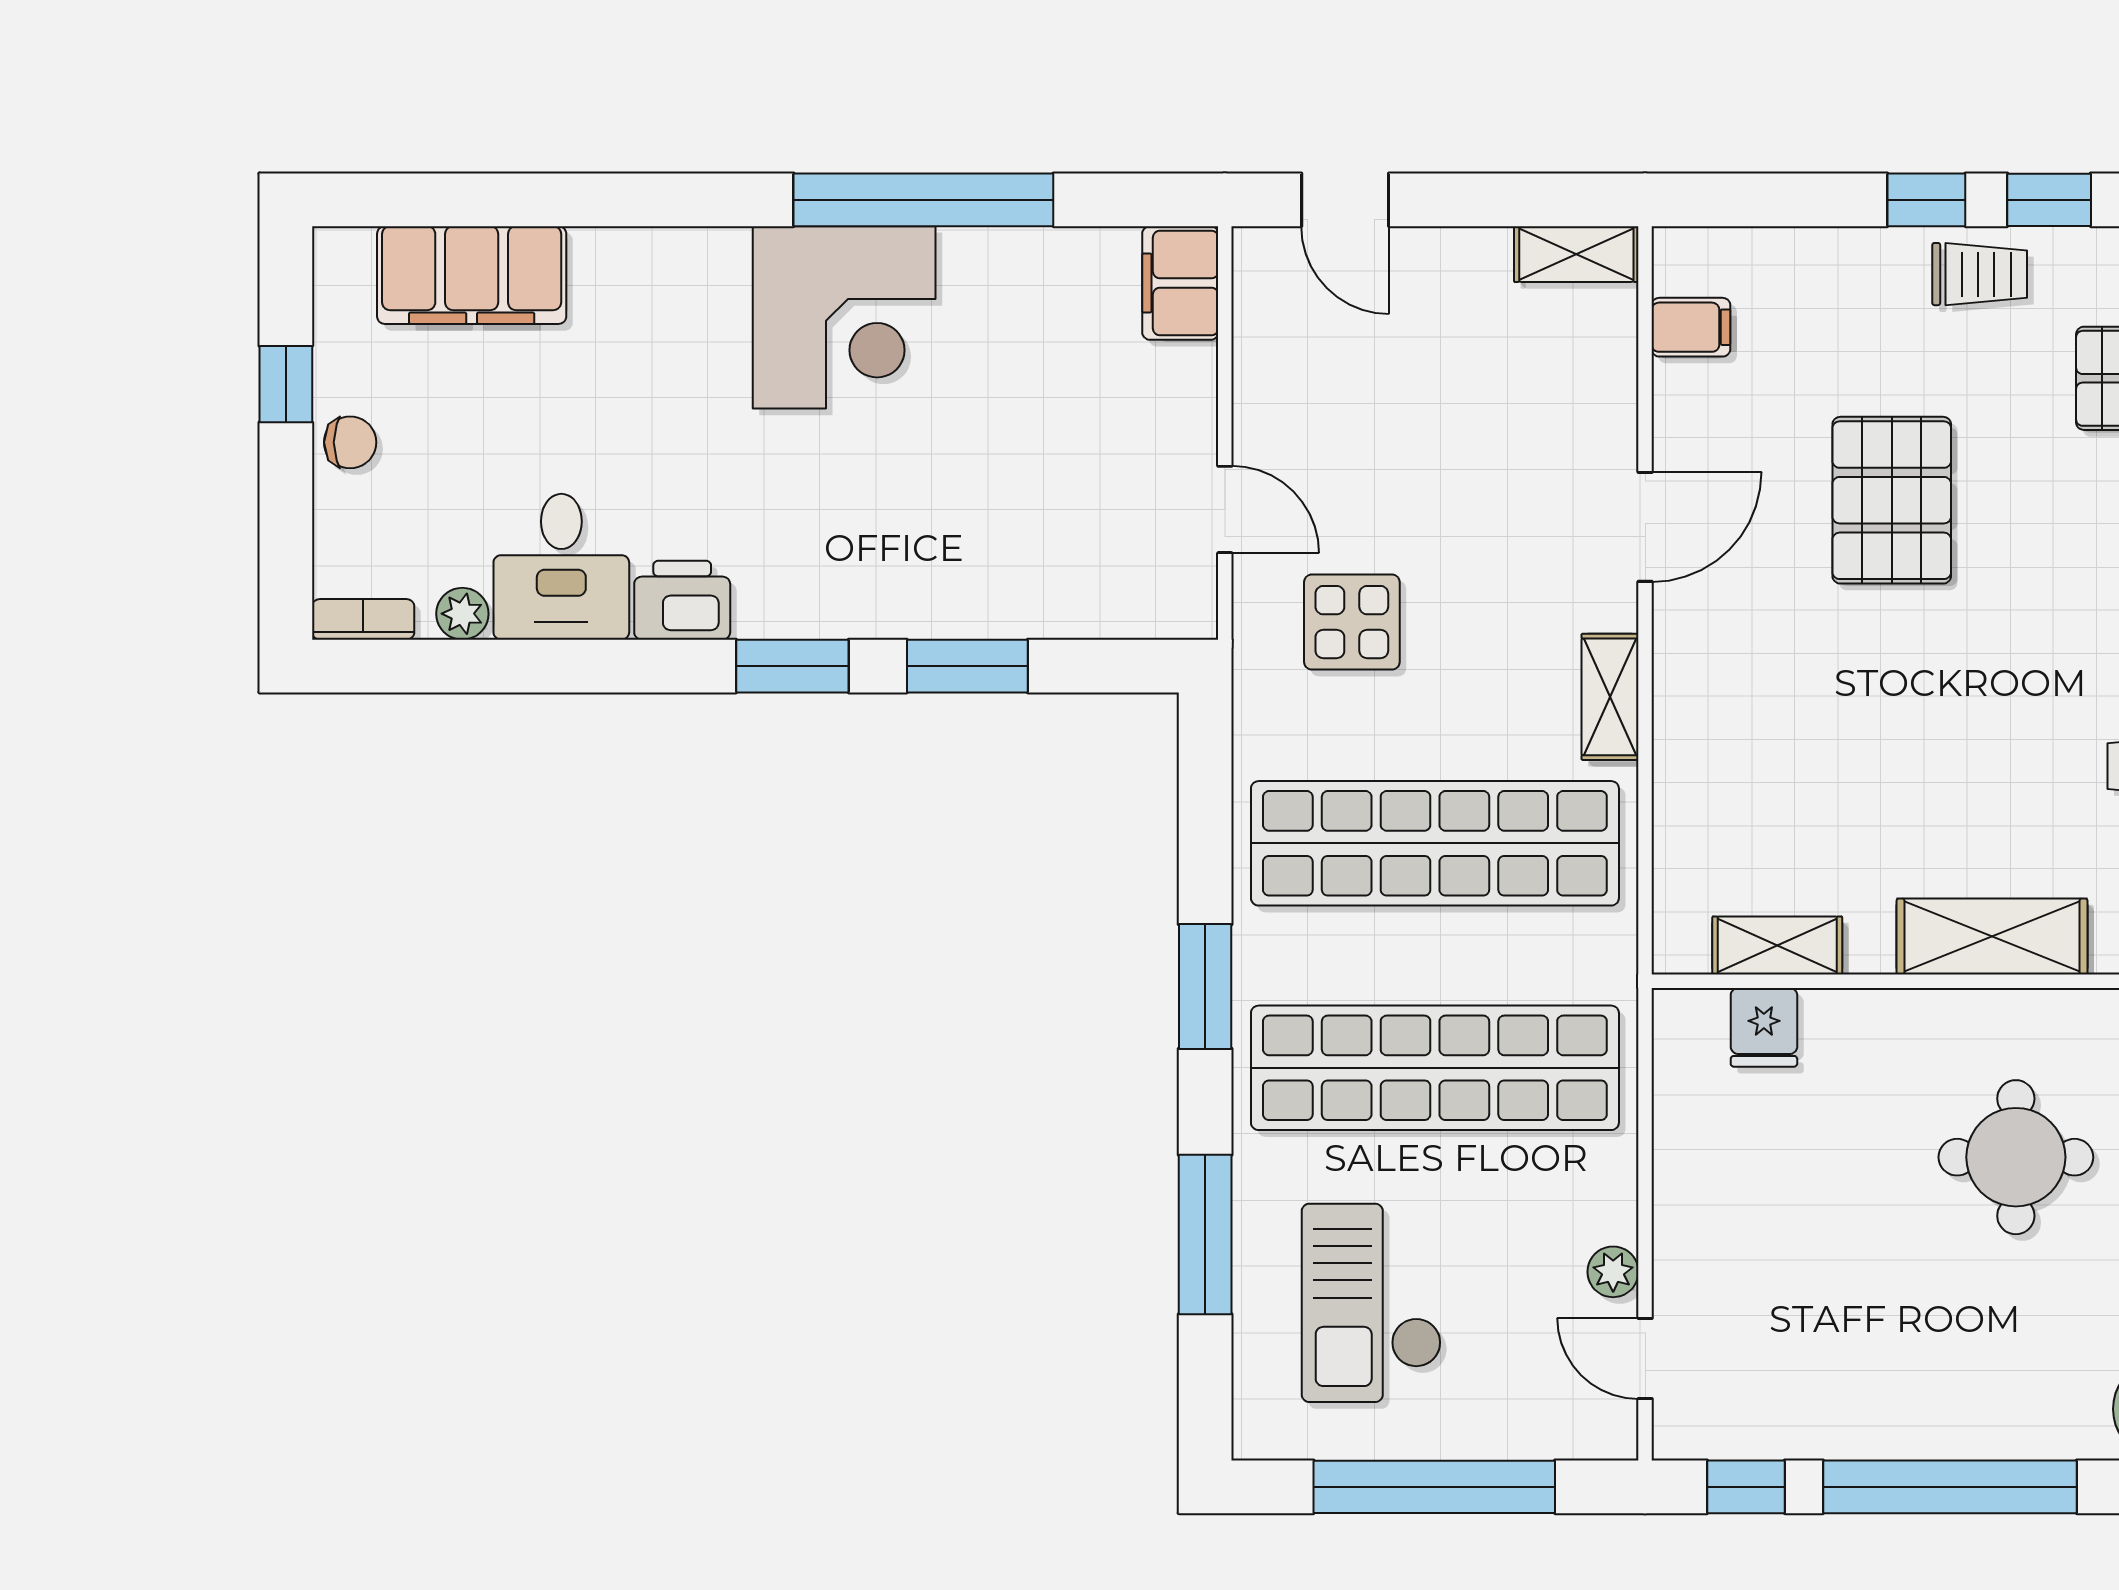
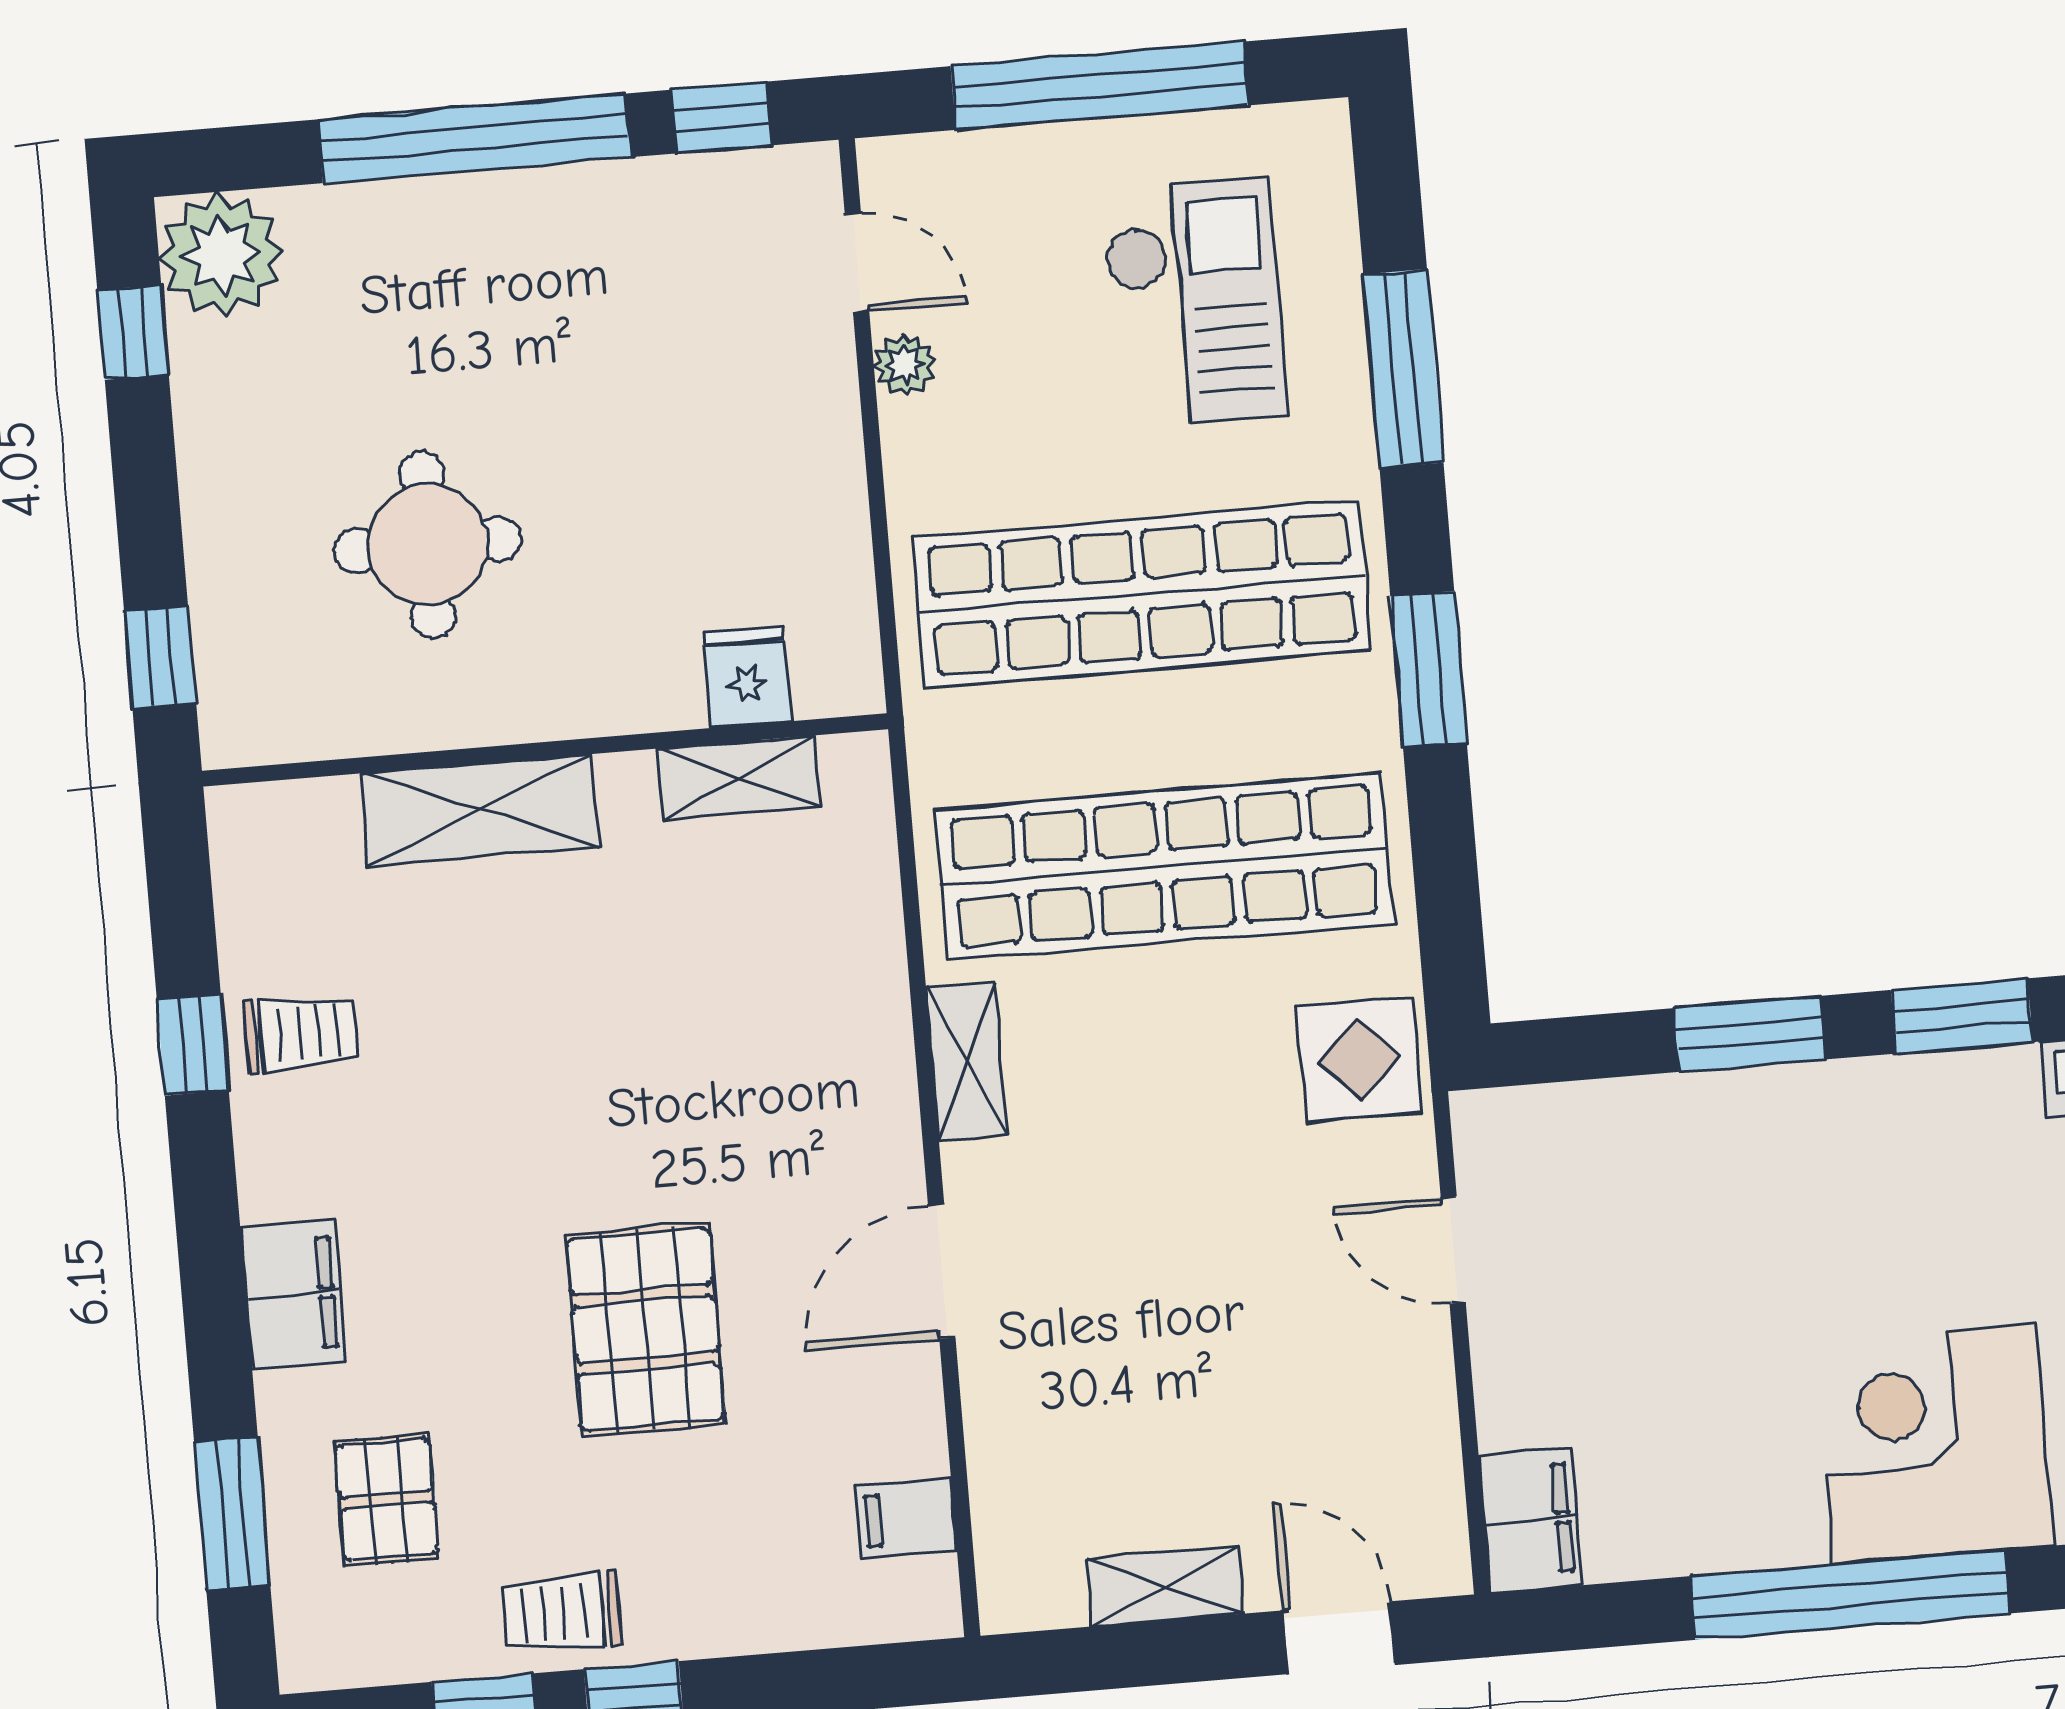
shelving: (1576, 254) -> (1165, 1586), moved
display table: (1352, 622) -> (1359, 1059), moved

